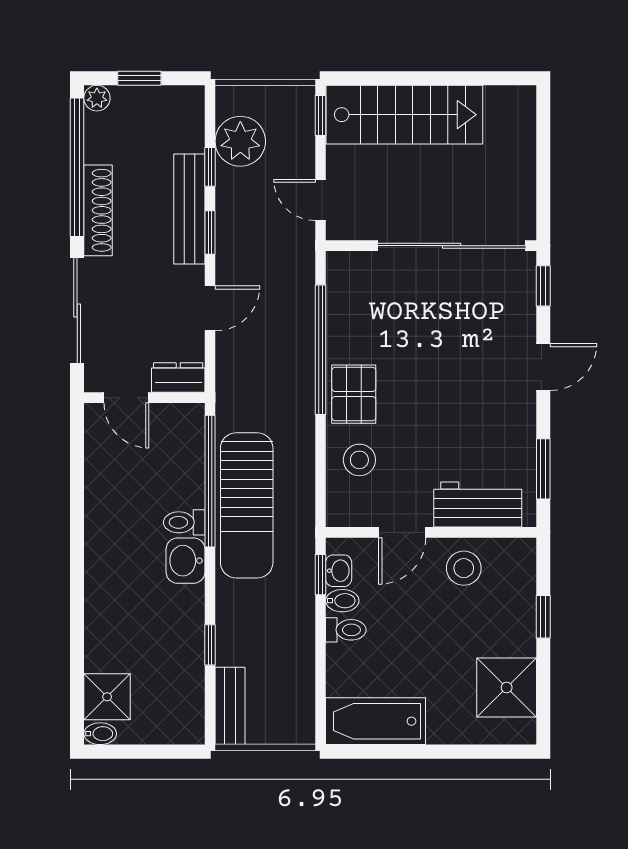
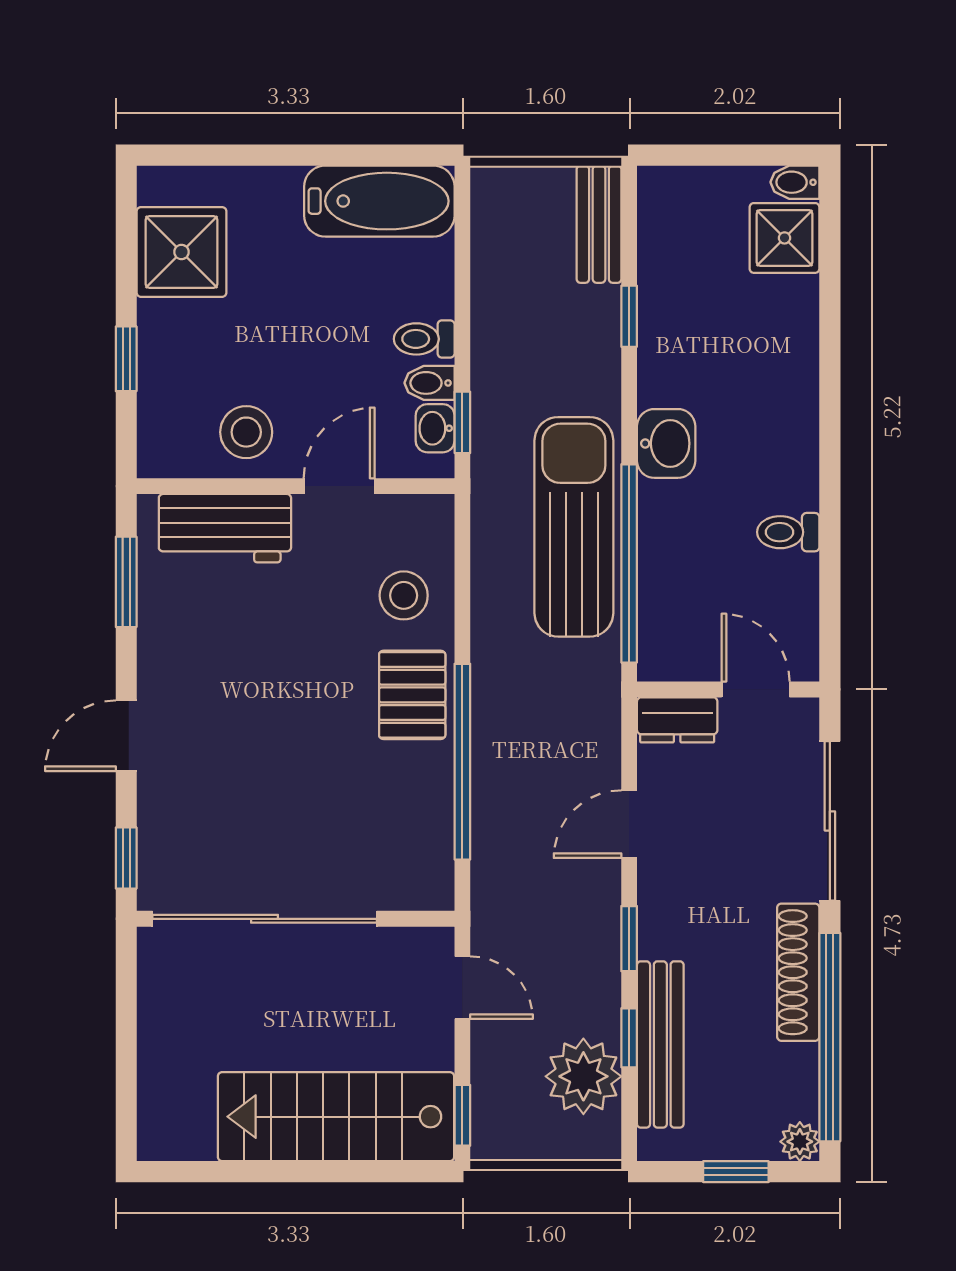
bench: (189, 209) -> (660, 1044), moved
toilet: (184, 522) -> (788, 532), moved, turned 180

